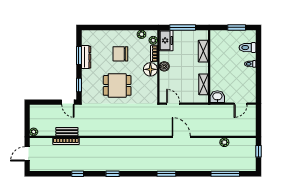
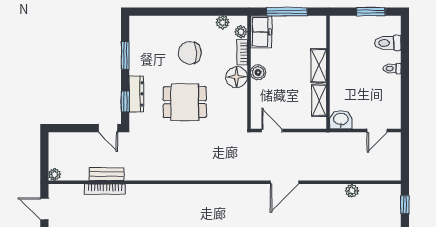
shelving: (203, 51) -> (319, 66), moved
dresser: (86, 57) -> (136, 94), moved
door: (181, 137) -> (284, 182), swing flipped
door: (27, 154) -> (44, 209), hinge flipped

